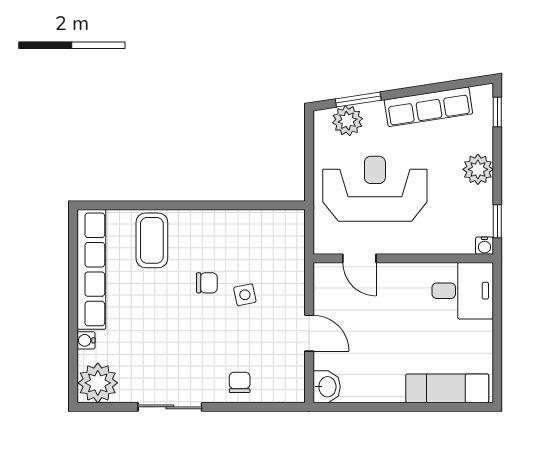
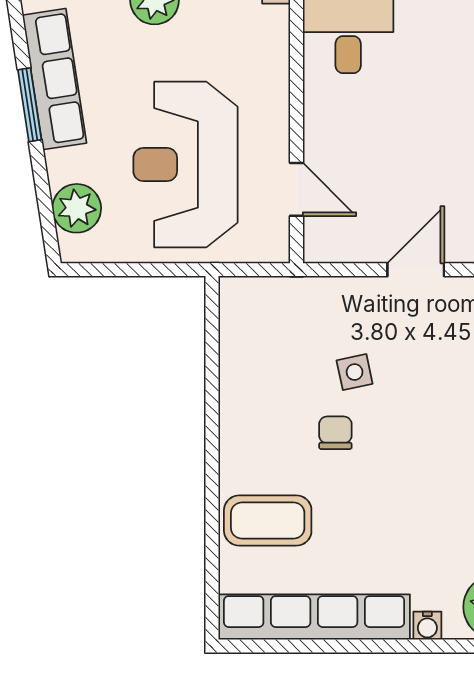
window: (358, 100) -> (30, 105), moved
door: (359, 258) -> (297, 189), hinge flipped

